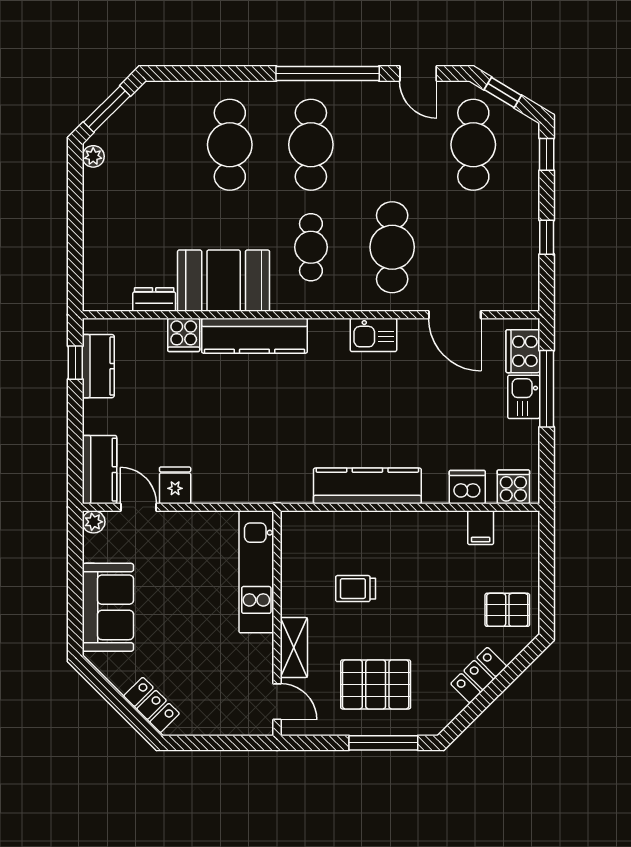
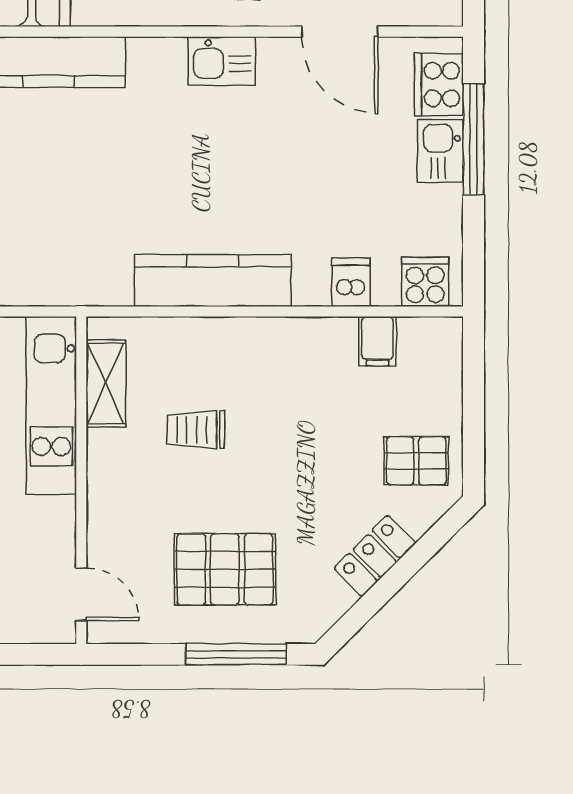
dishwasher: (467, 487) -> (351, 282), width x0.73
shelving: (294, 647) -> (106, 383), moved

